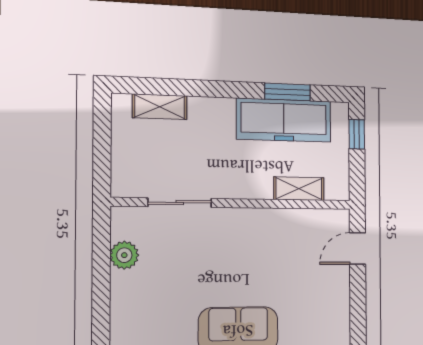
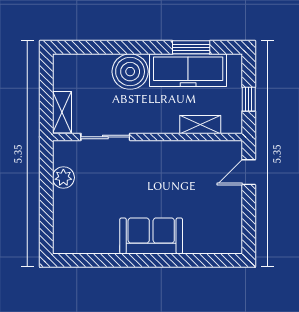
shelving: (160, 107) -> (62, 112), moved, turned 90
boiler: (212, 119) -> (130, 72), added
window: (357, 134) -> (249, 99), moved

